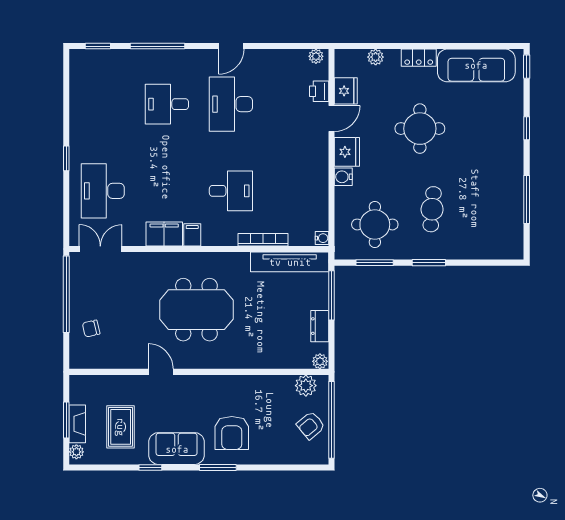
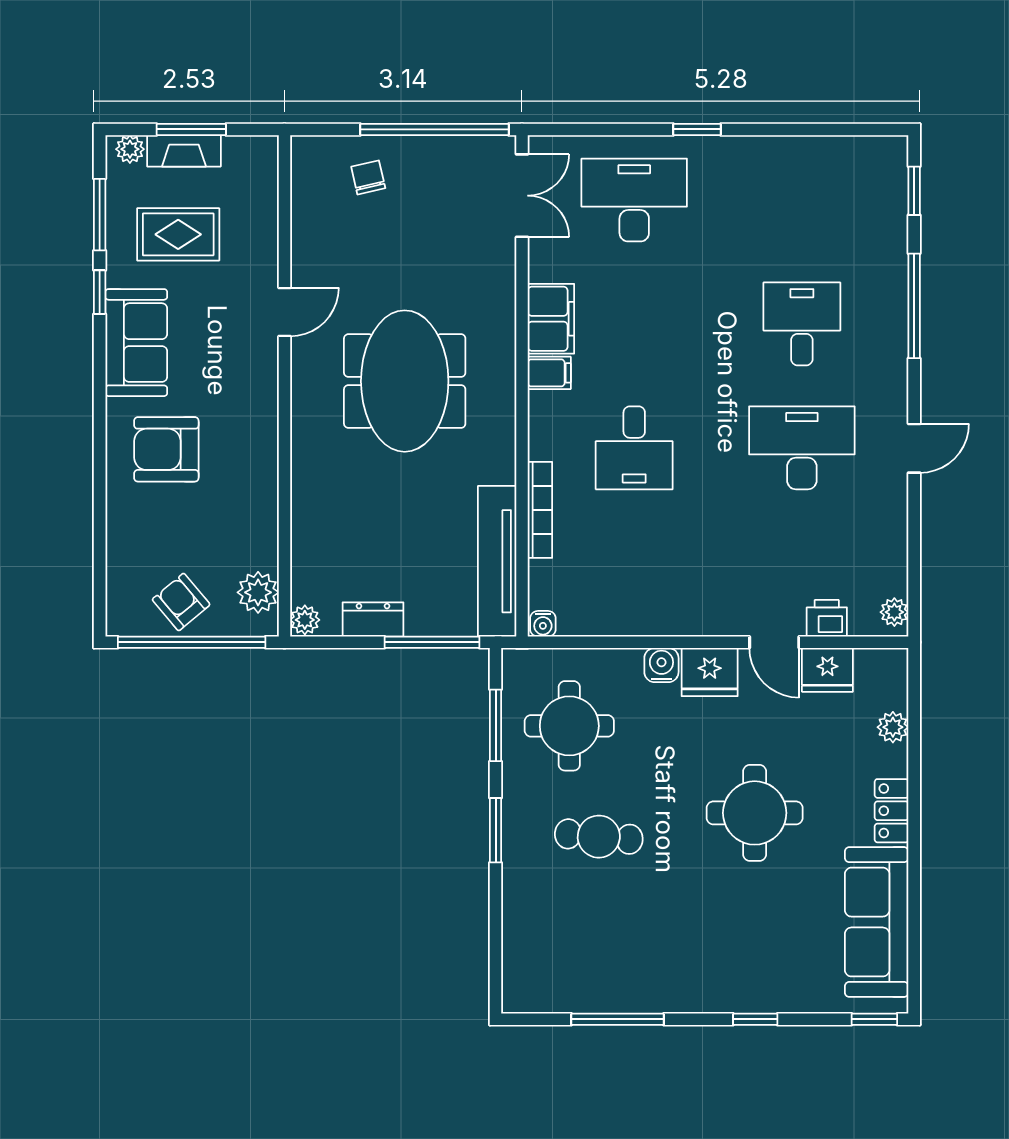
door: (231, 46) -> (914, 448), swing flipped
window: (218, 467) -> (100, 215), moved

